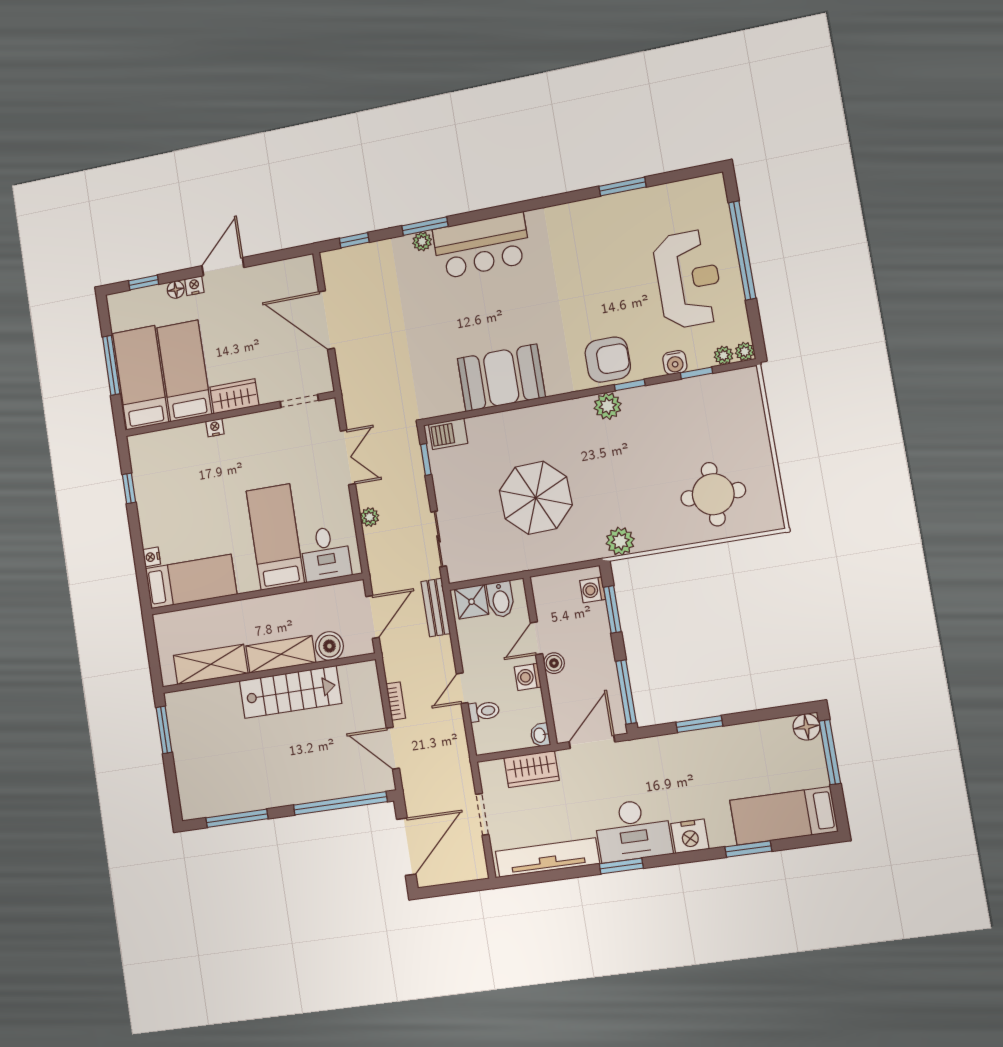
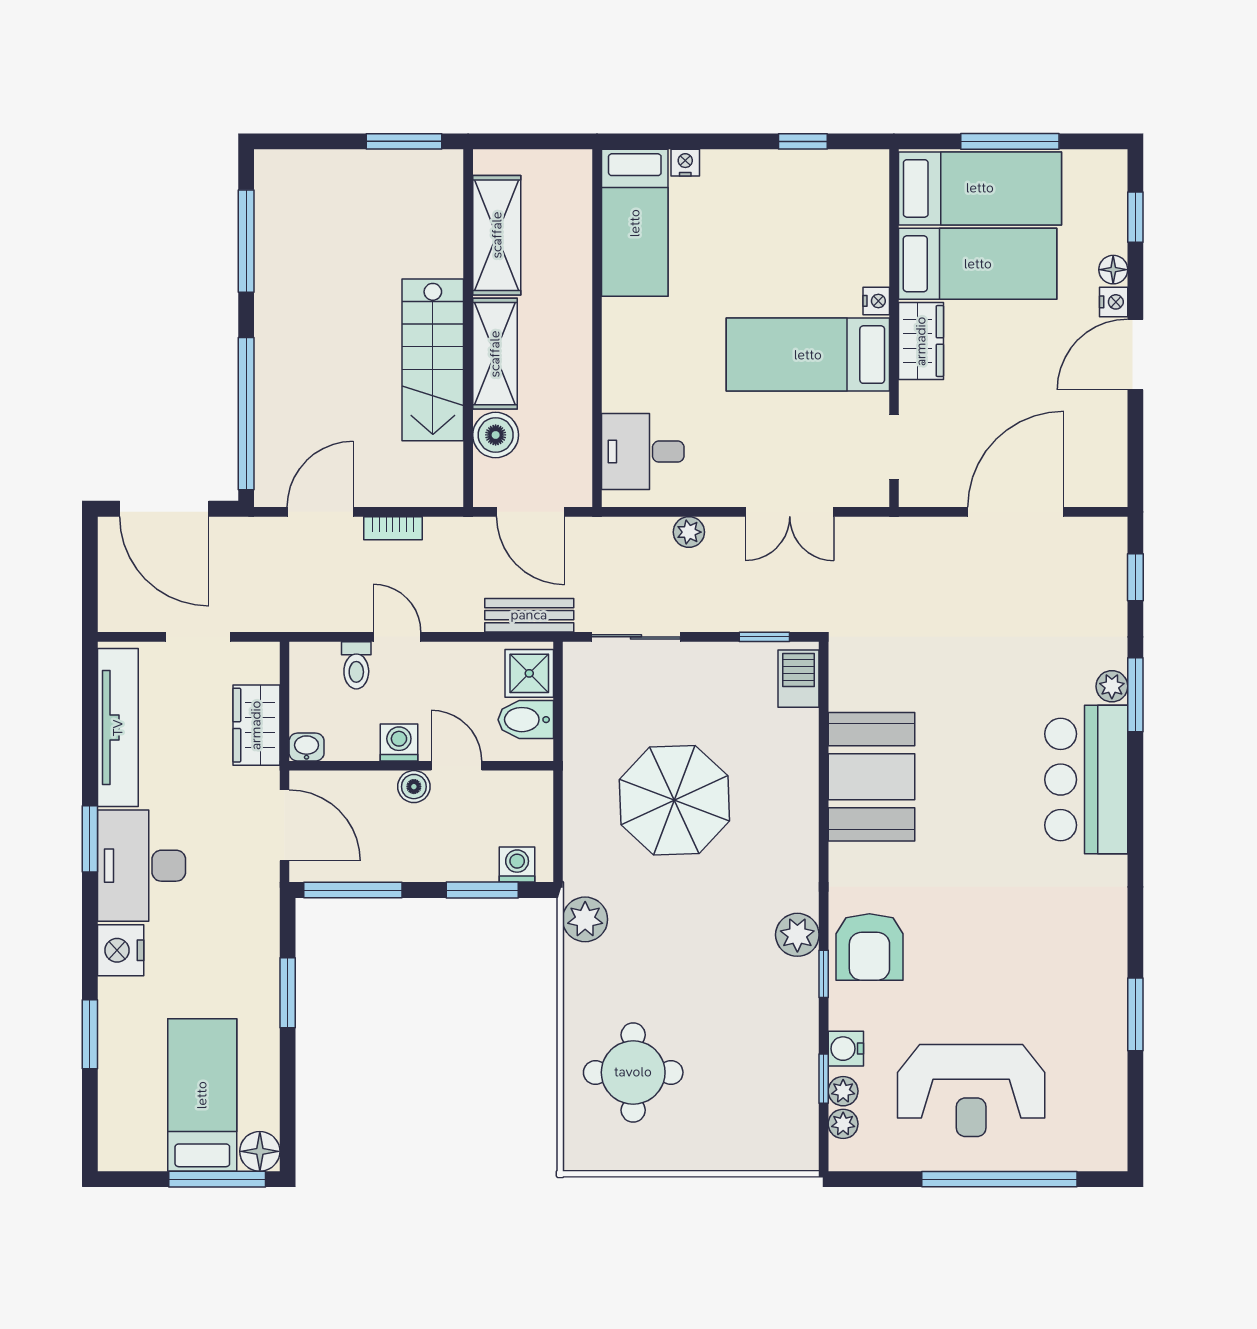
door: (223, 267) -> (1135, 355), swing flipped
plant: (745, 352) -> (843, 1091), moved
bed: (275, 537) -> (808, 355), moved, turned 180
bed: (784, 816) -> (202, 1095), moved

